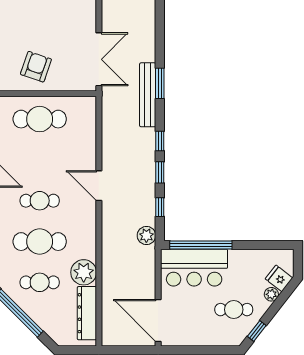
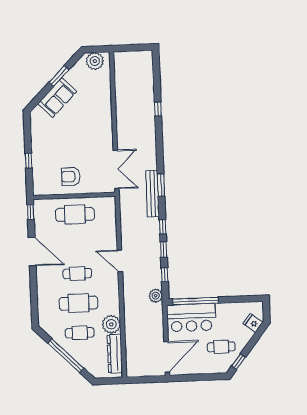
armchair: (36, 67) -> (71, 177), turned -109
plant: (271, 294) -> (248, 335), removed
door: (158, 321) -> (167, 357), swing flipped

